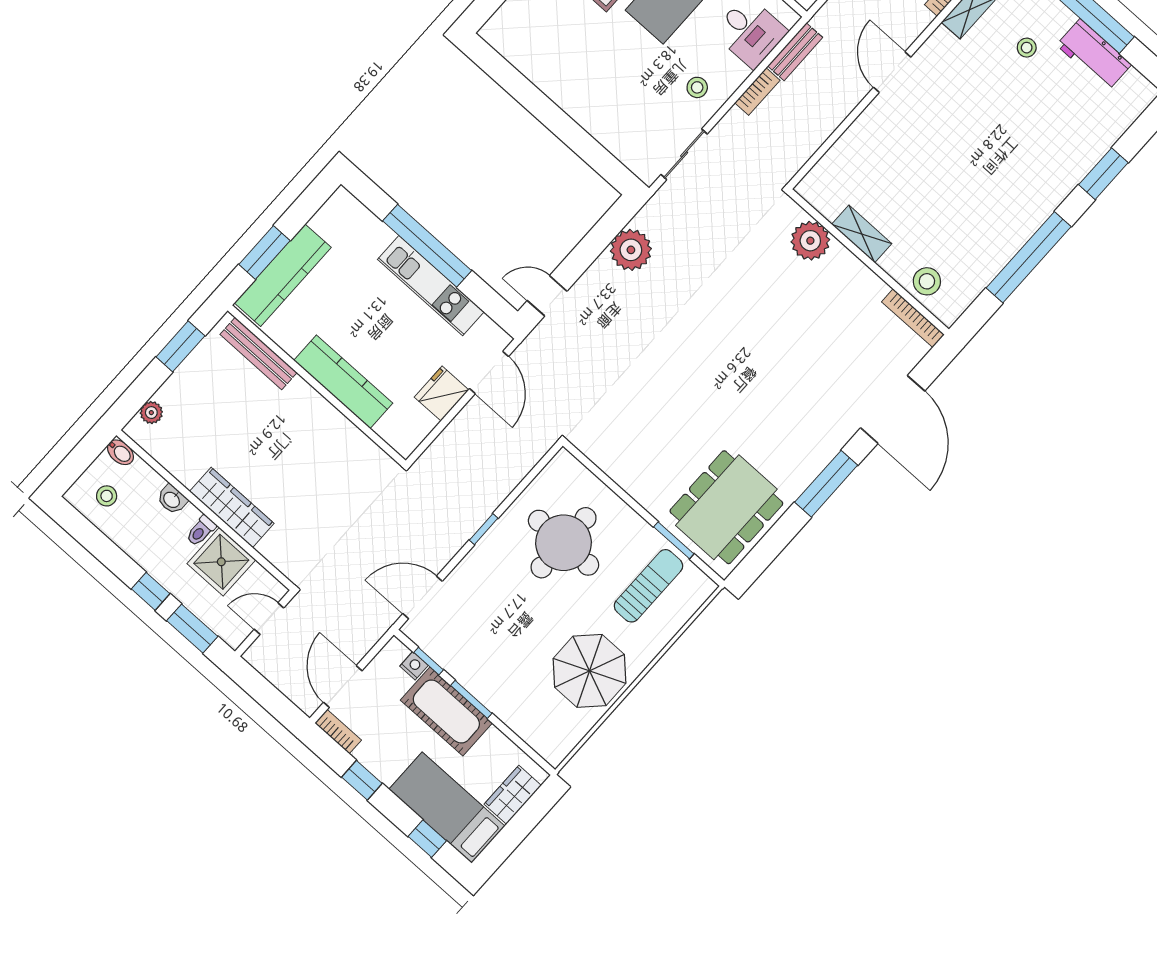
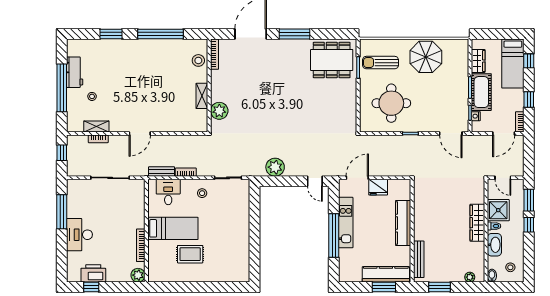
washbasin: (172, 499) -> (494, 245), width x1.91, depth x1.45
wardrobe: (513, 795) -> (478, 61), moved, turned -90

